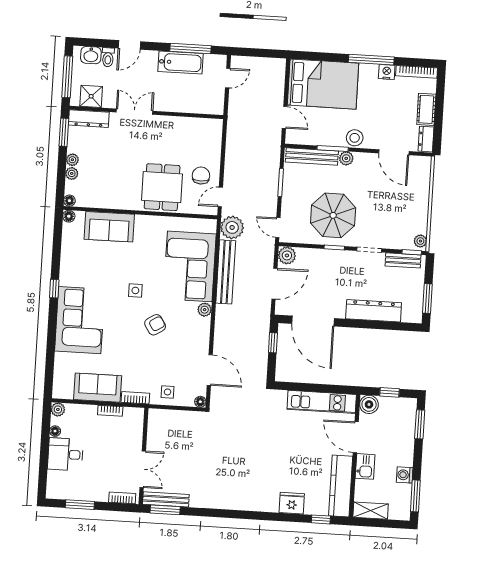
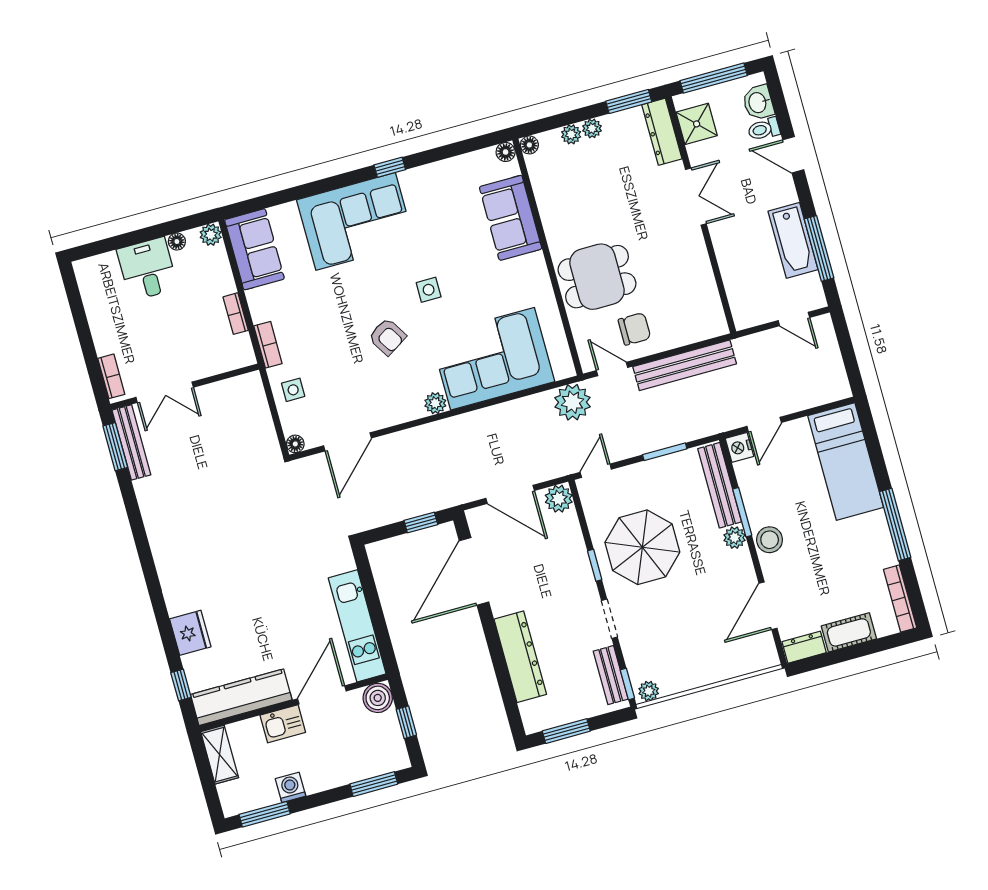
nightstand: (387, 72) -> (739, 447), moved, turned 180
bed: (323, 84) -> (846, 462), width x0.67
bench: (226, 272) -> (685, 365), moved
sofa: (98, 388) -> (254, 249), moved
window: (80, 505) -> (79, 316), removed

